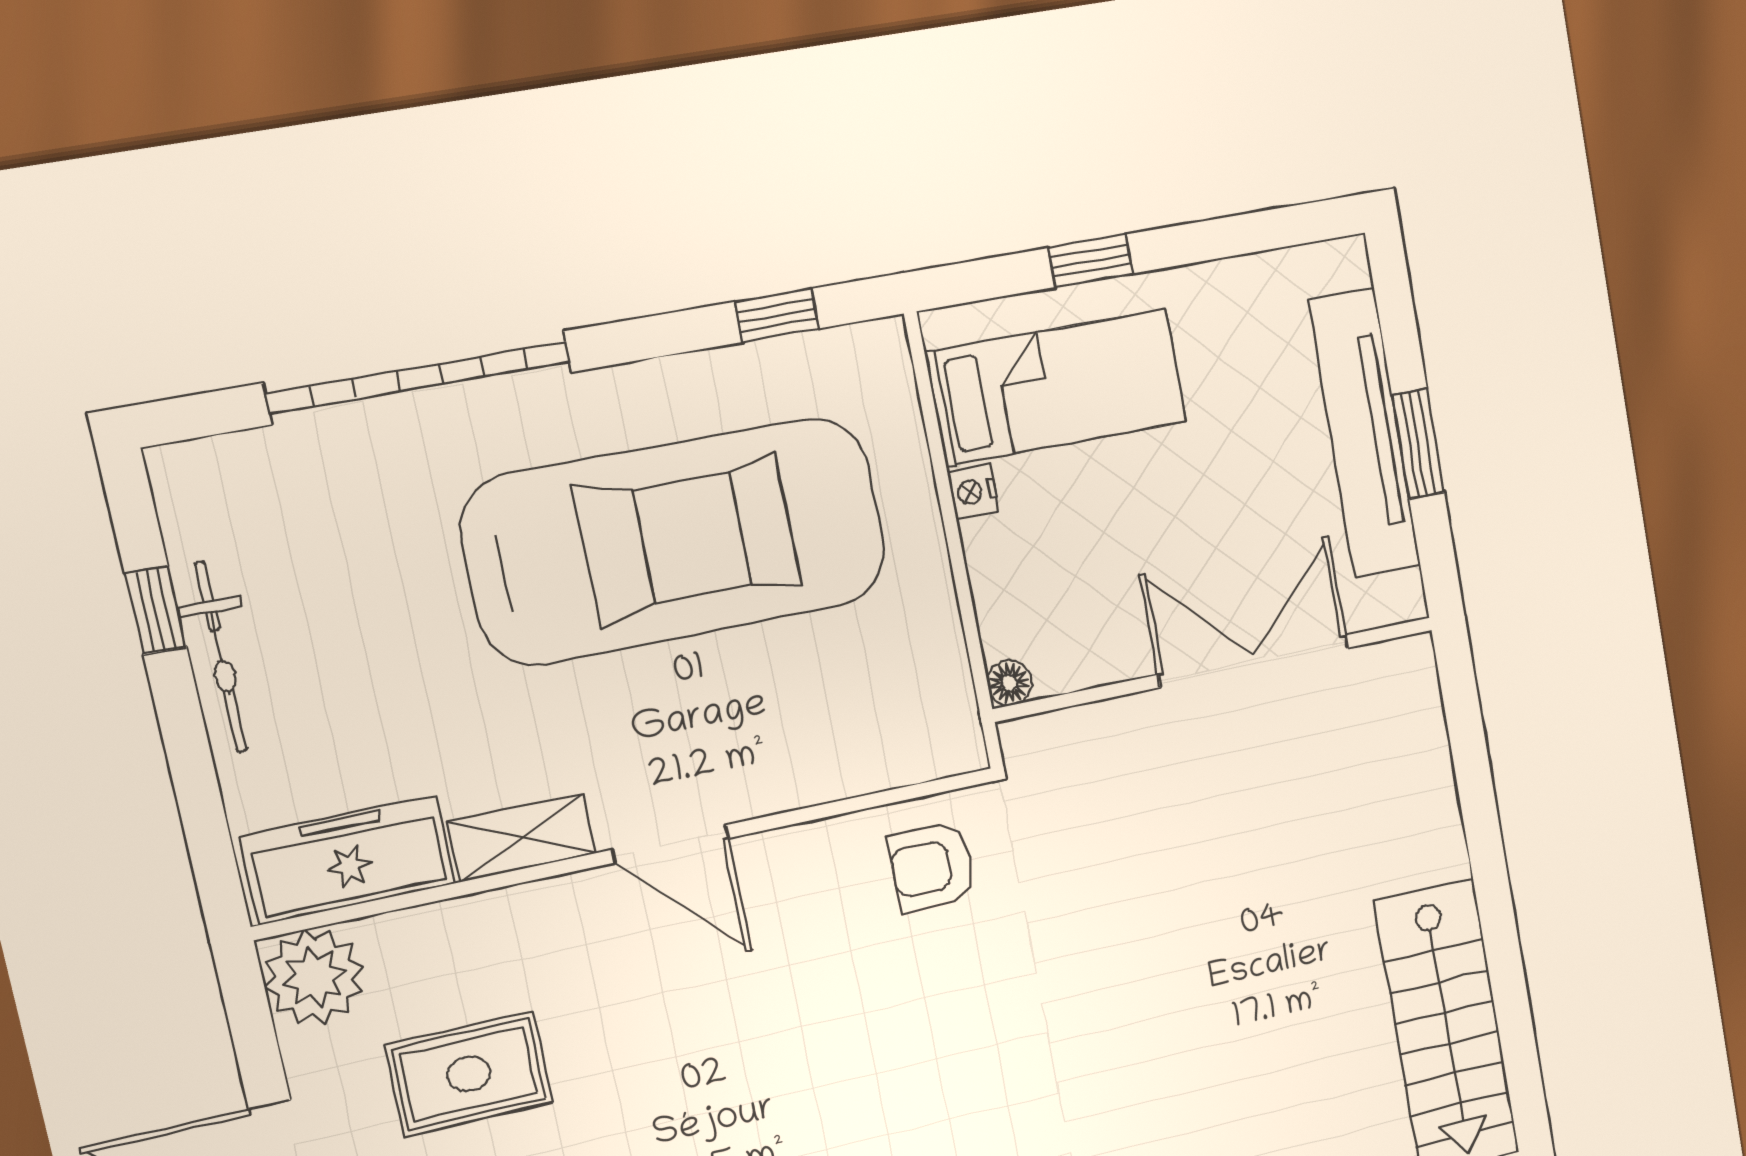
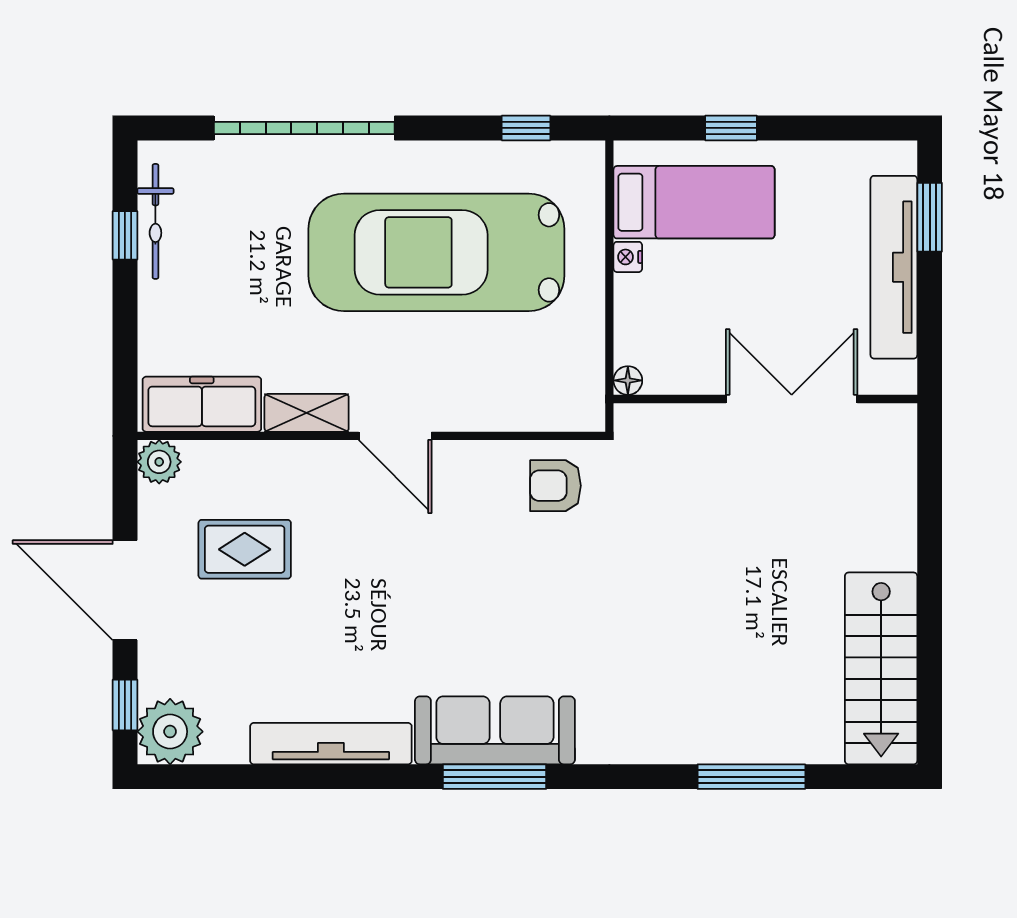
window: (1418, 444) -> (930, 217), moved
car: (676, 541) -> (436, 252), turned 180
bicycle: (221, 657) -> (155, 221), moved
plant: (314, 977) -> (159, 462), width x0.73, depth x0.73

